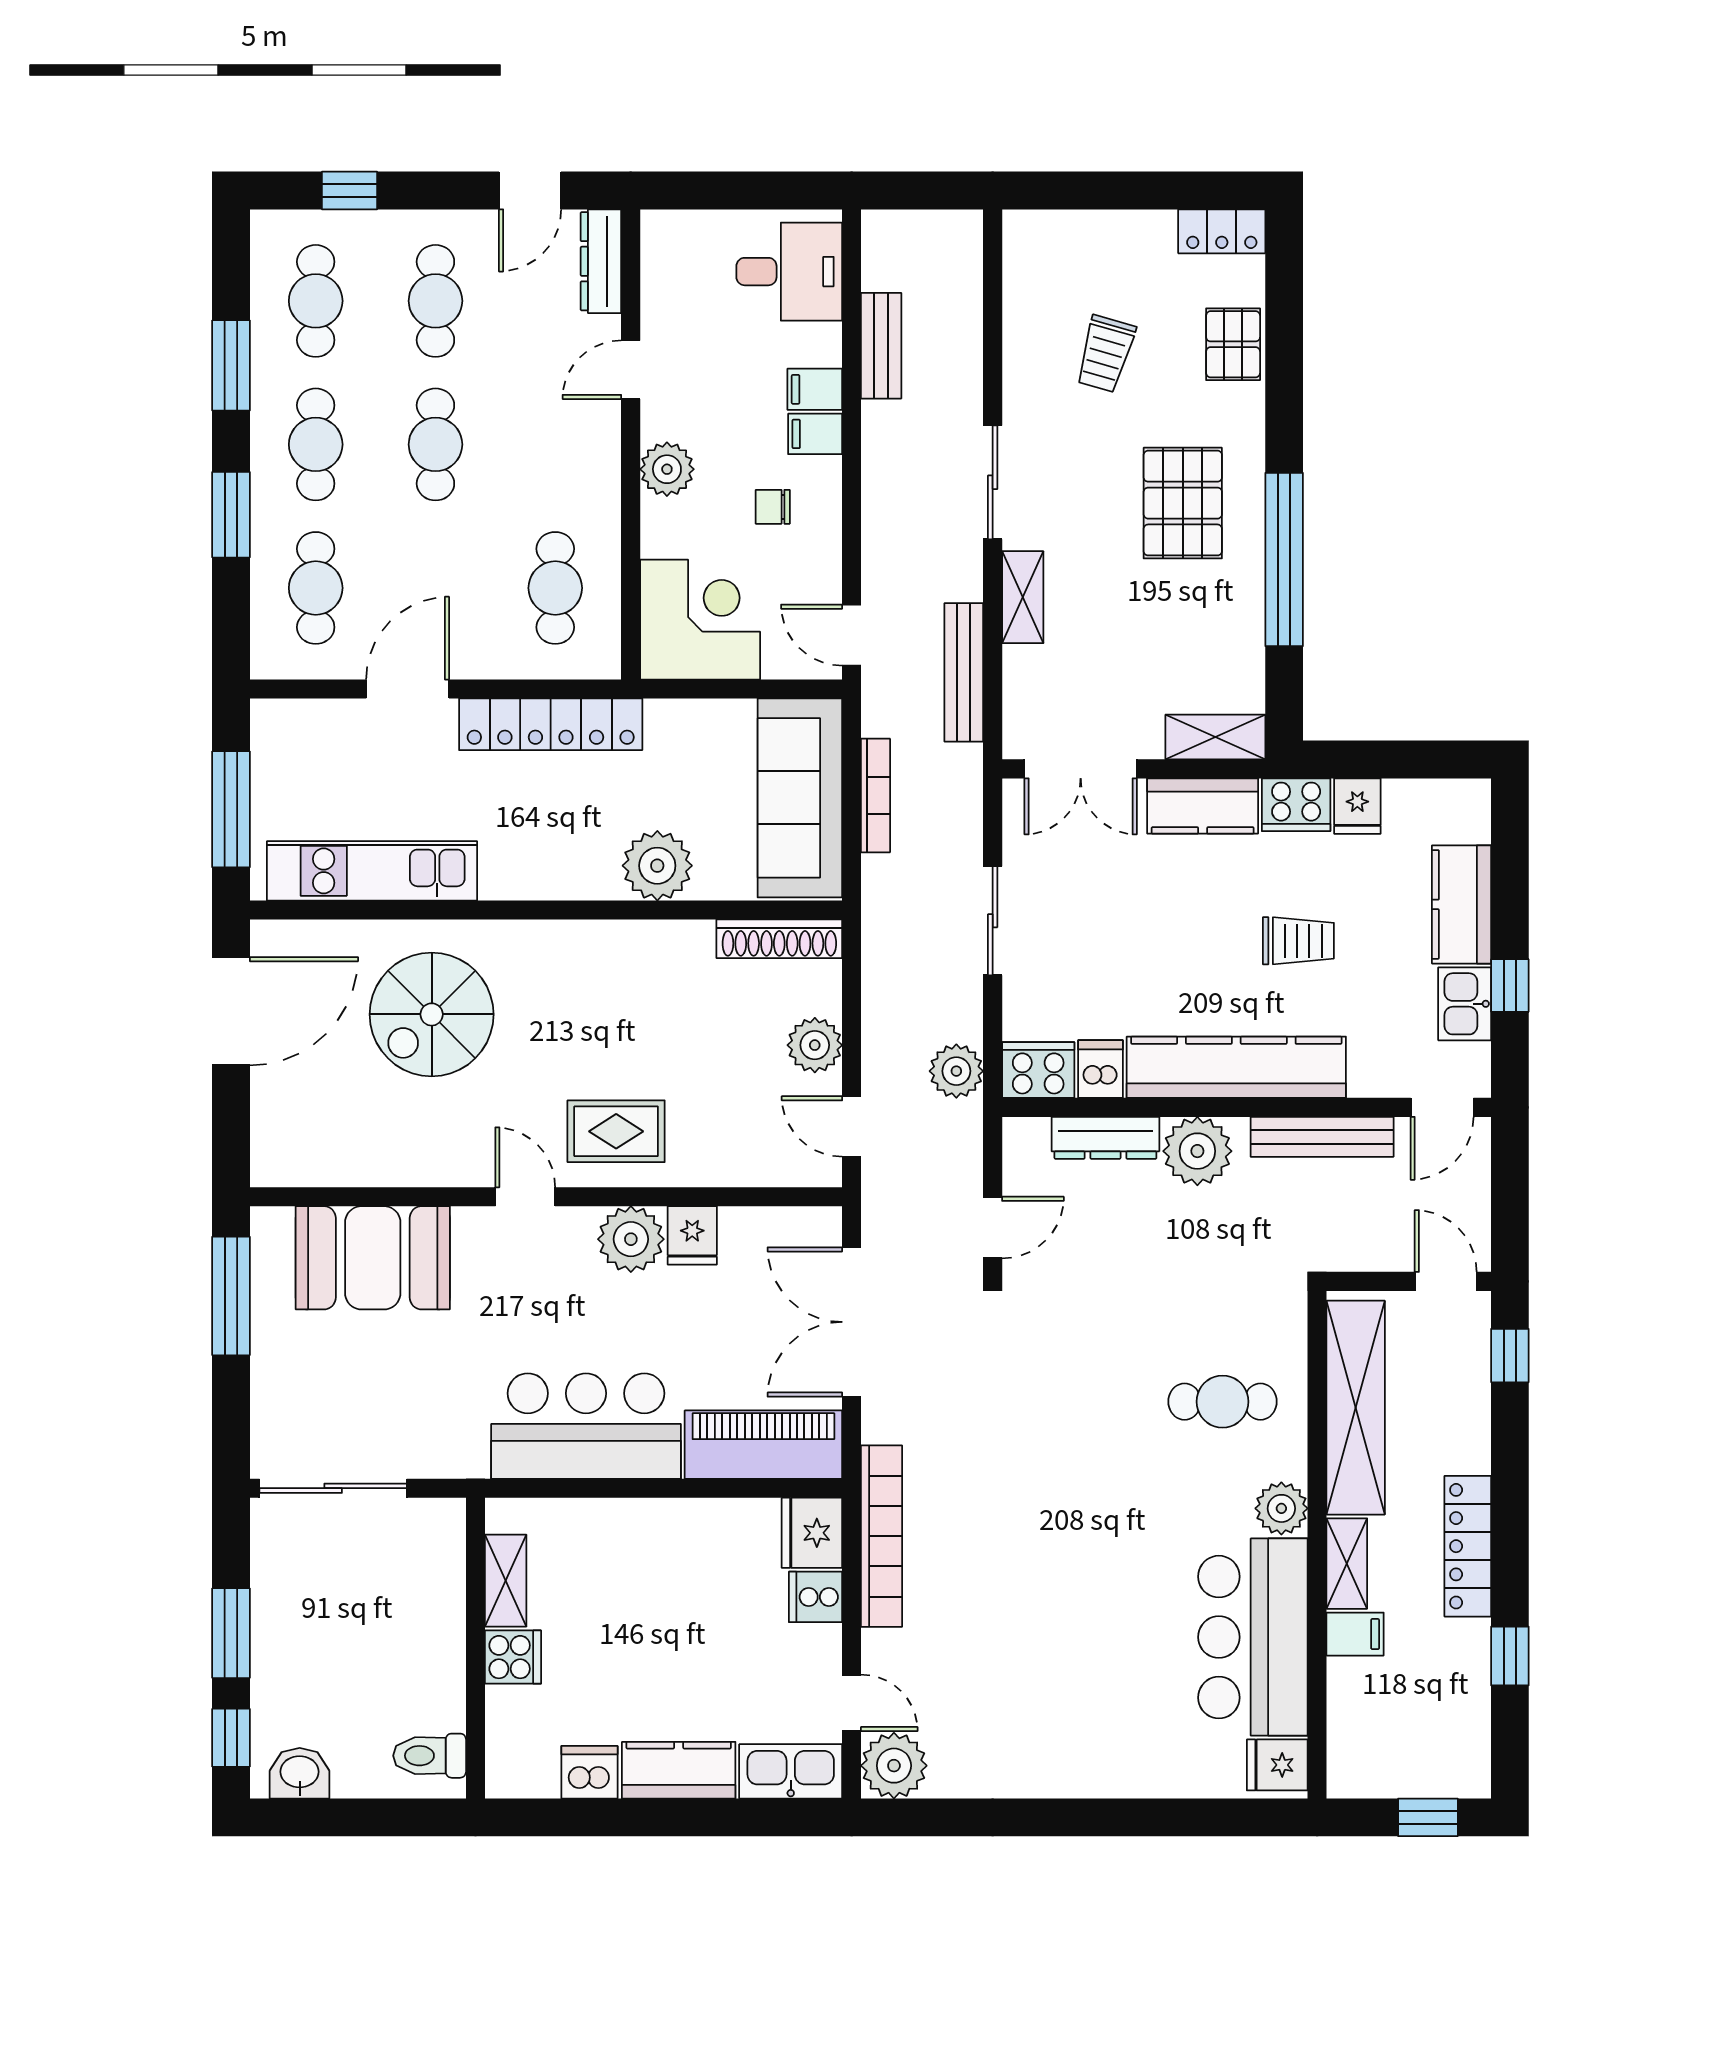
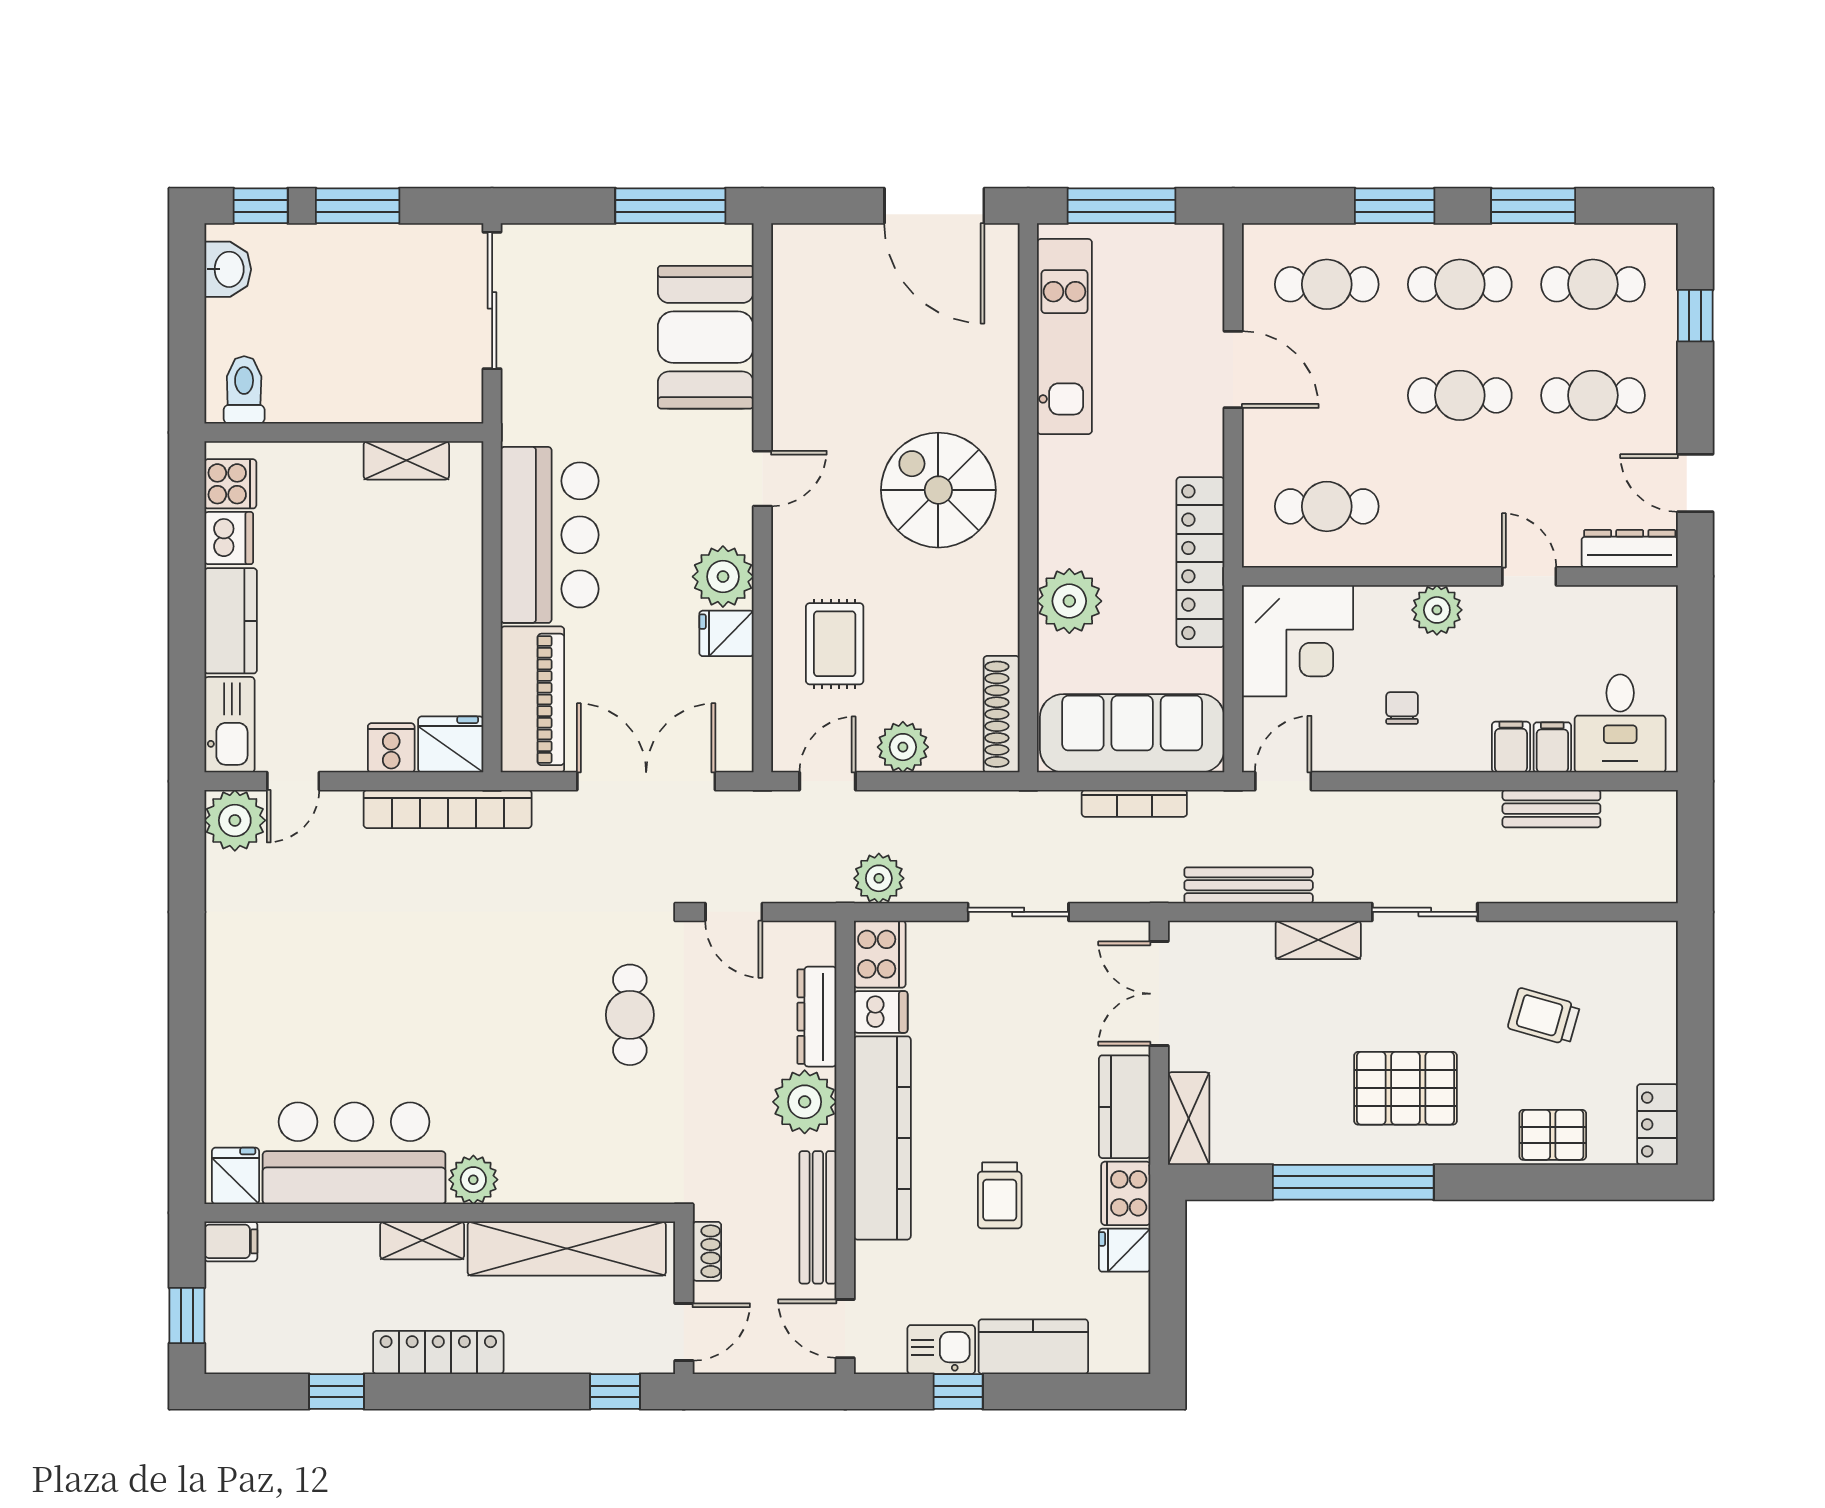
filing cabinet: (815, 434) -> (1552, 747), moved
locker: (551, 724) -> (1200, 562), moved
spiral stairs: (432, 1014) -> (938, 490), moved
rug: (616, 1131) -> (835, 644), moved
shoe rack: (1359, 1257) -> (707, 1251), added
cafe table: (1223, 1402) -> (630, 1015), moved
filing cabinet: (1355, 1634) -> (231, 1241), moved, turned -90
cooker: (513, 1657) -> (230, 484), moved, turned -90

